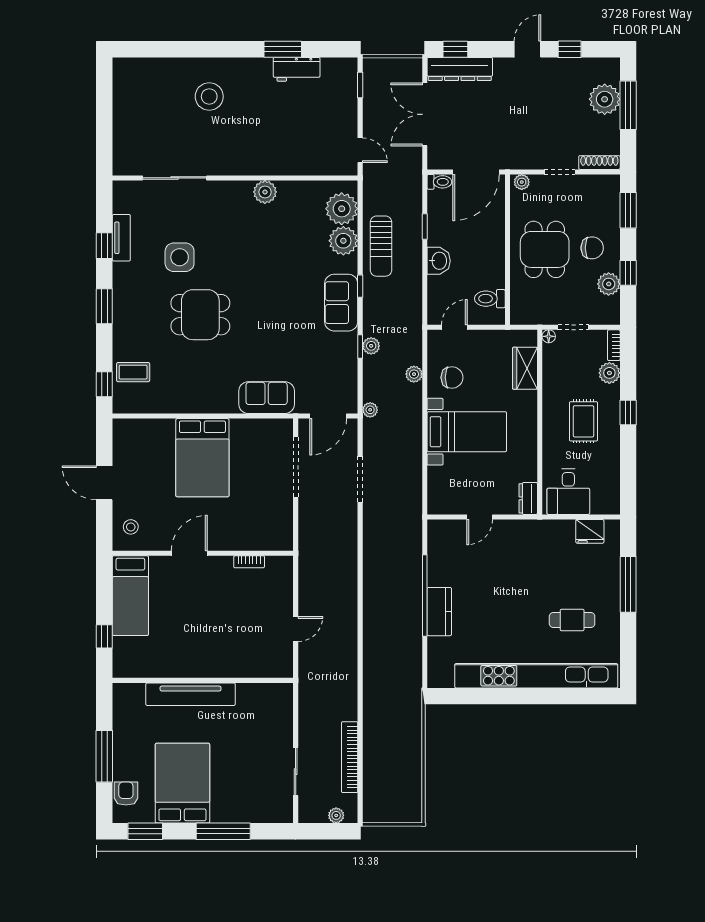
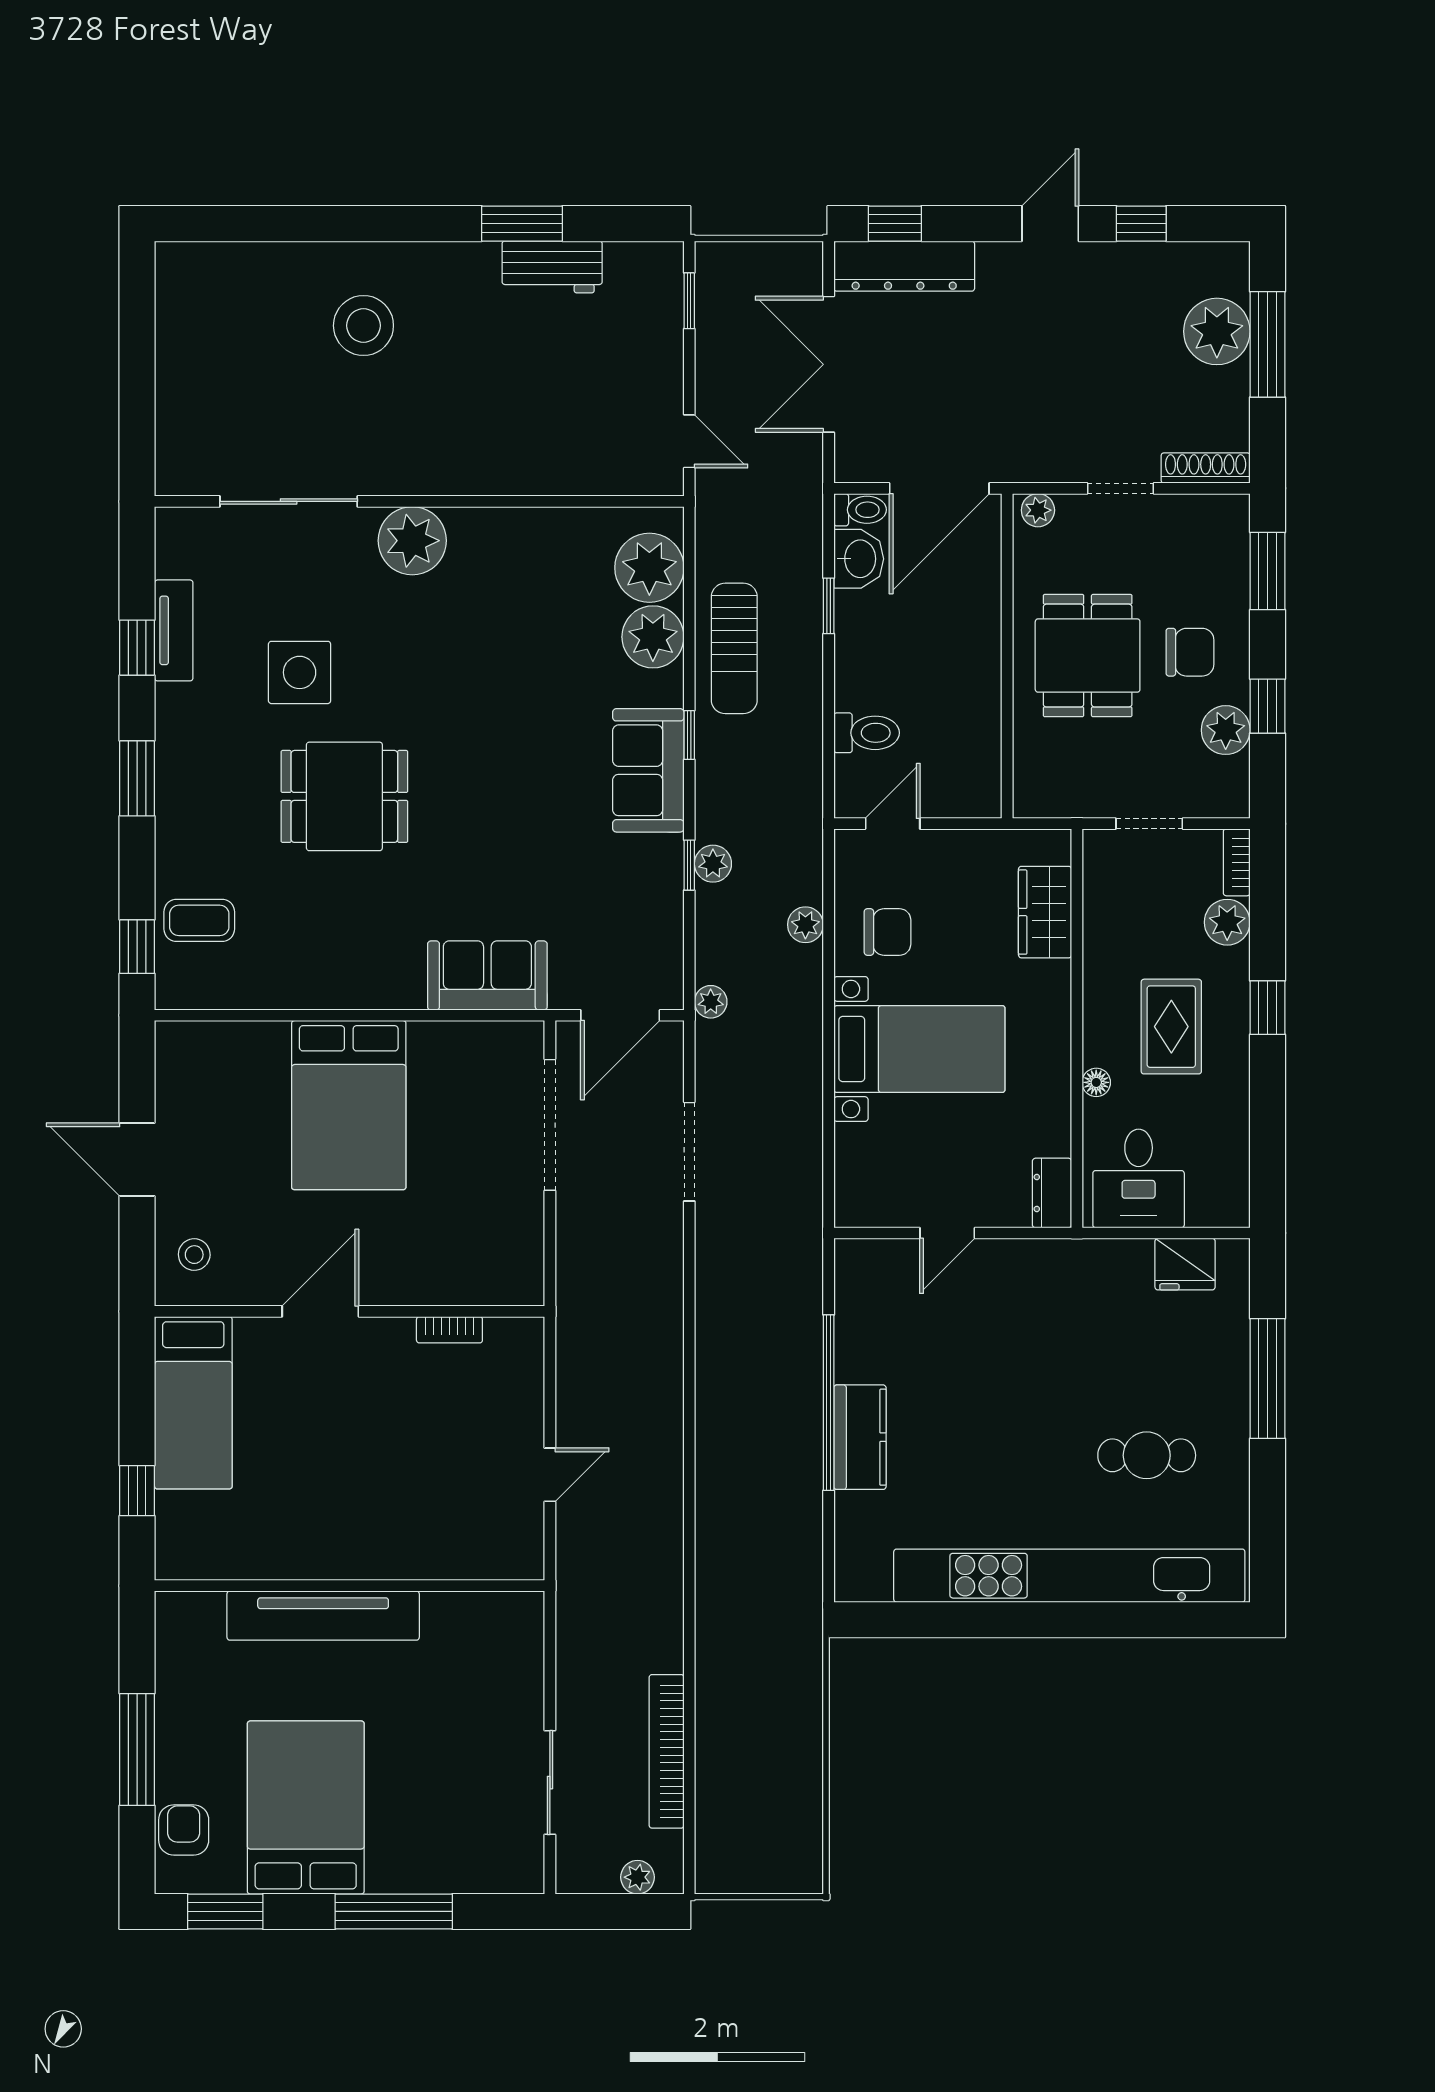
plant: (265, 192) -> (412, 541), moved, width x1.36, depth x1.36
washbasin: (439, 261) -> (859, 559), moved
toilet: (490, 299) -> (867, 733), moved, turned 180
floor lamp: (549, 336) -> (1096, 1082), moved

